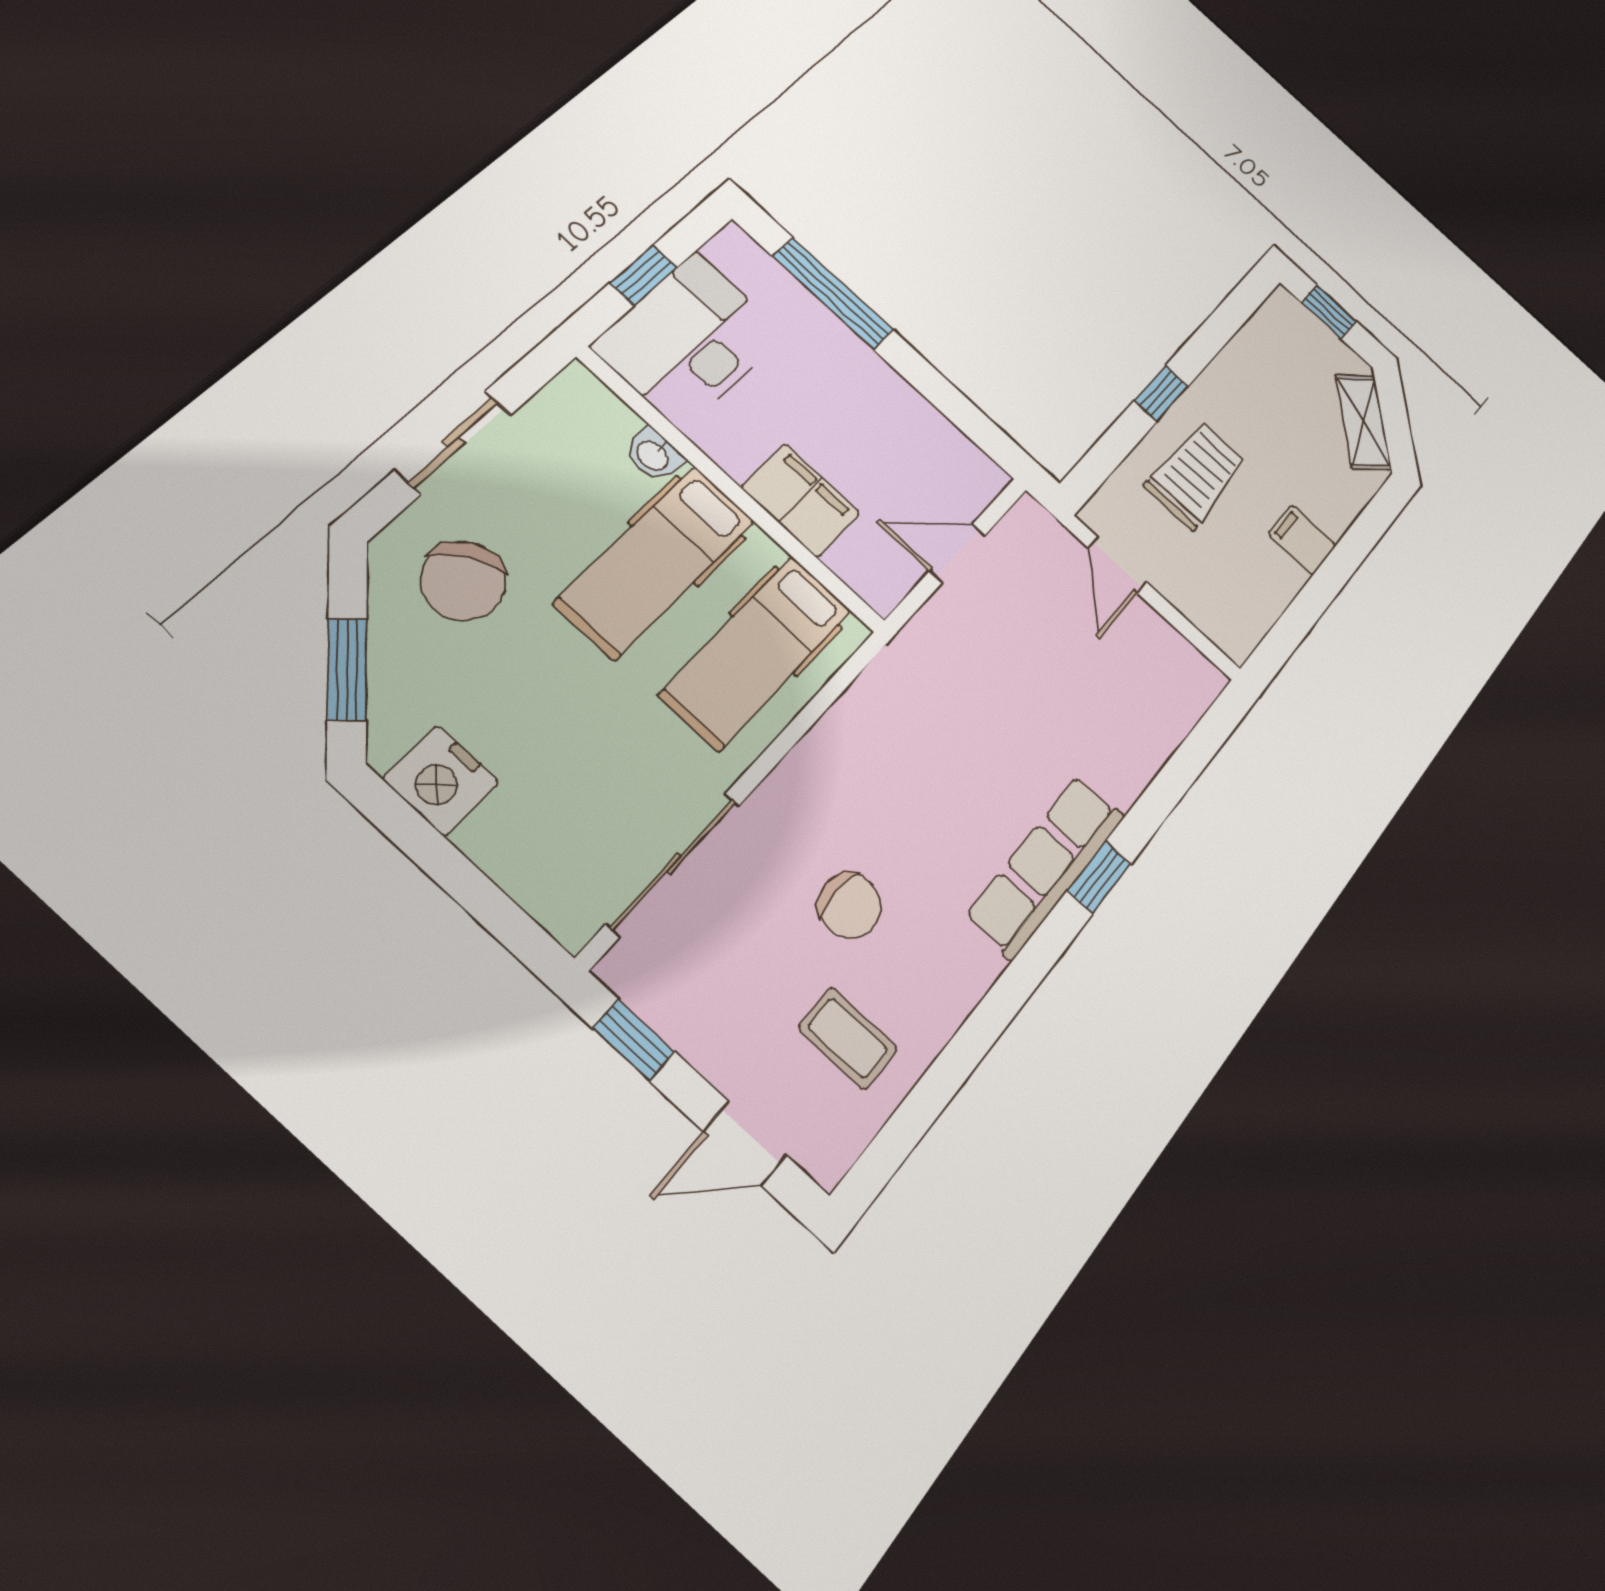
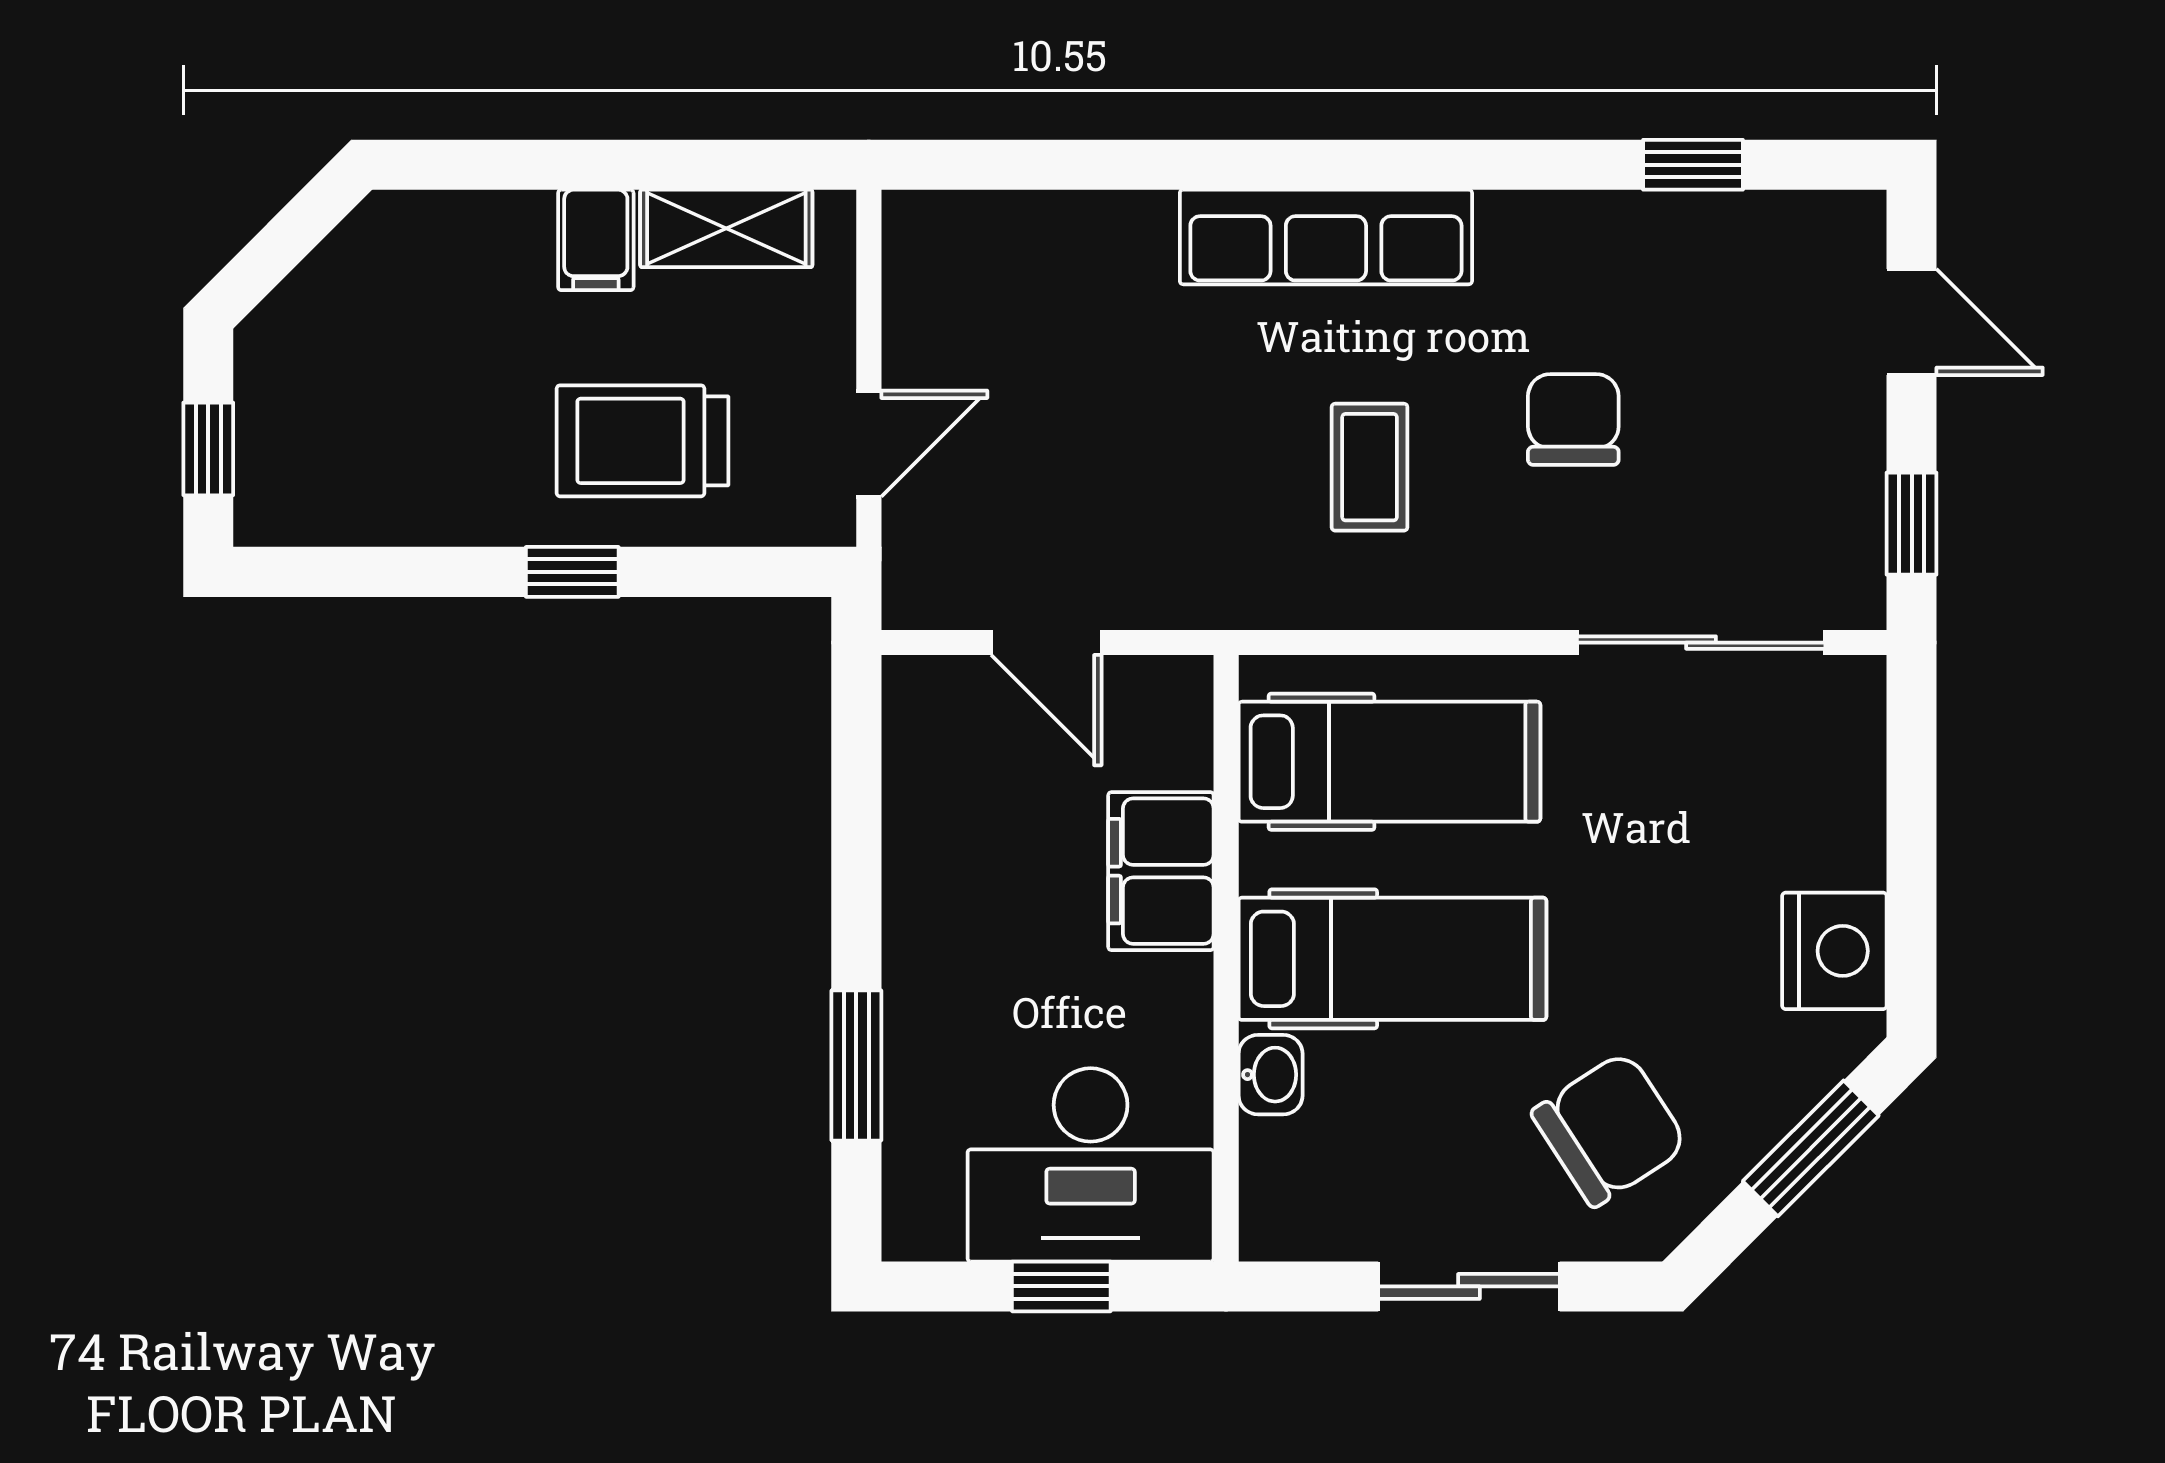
window: (833, 293) -> (856, 1065), width x0.69
shelving: (1363, 422) -> (726, 228), moved, turned 45
window: (1099, 877) -> (1693, 165), moved
coffee table: (848, 1038) -> (1370, 467), moved

